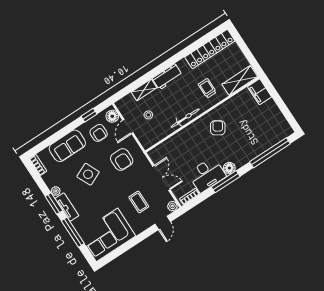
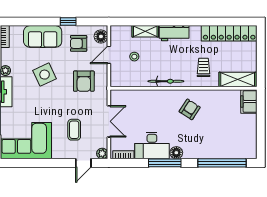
window: (89, 115) -> (68, 22), moved
armchair: (99, 133) -> (79, 43), turned 90

